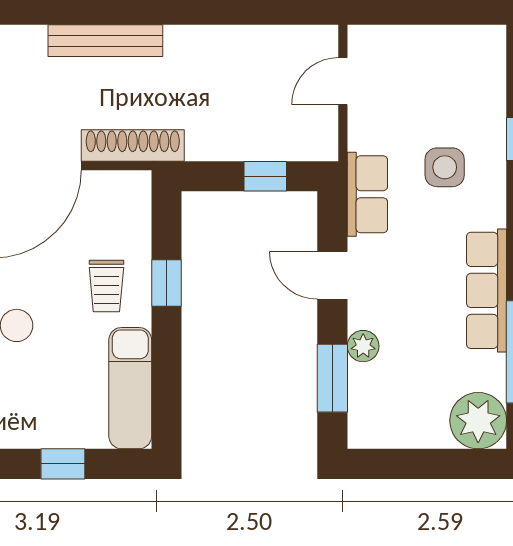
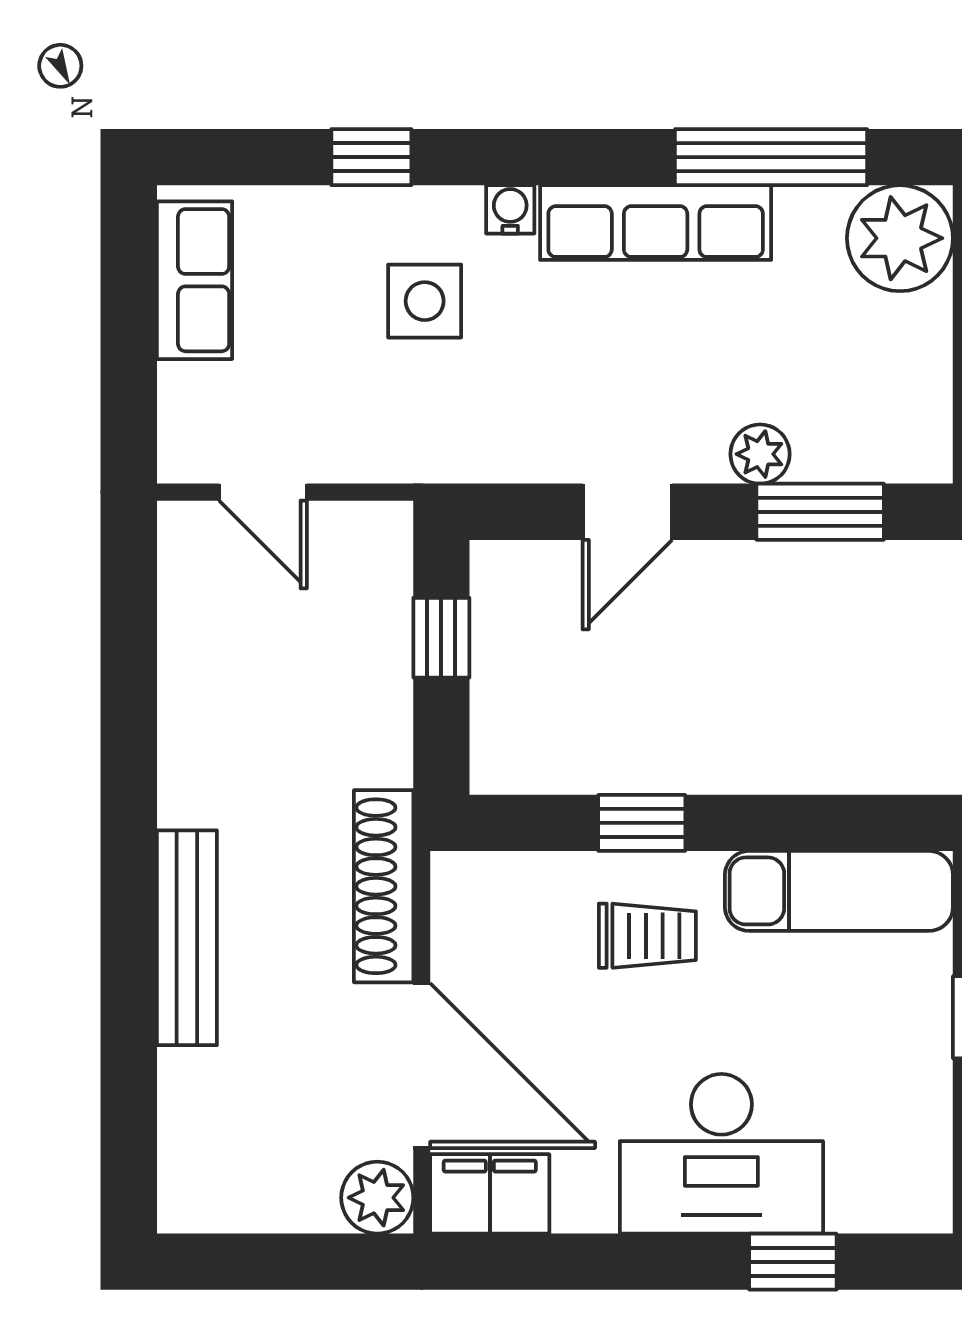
row of seats: (367, 194) -> (195, 280), moved, turned 90
water cooler: (494, 213) -> (510, 209), added

